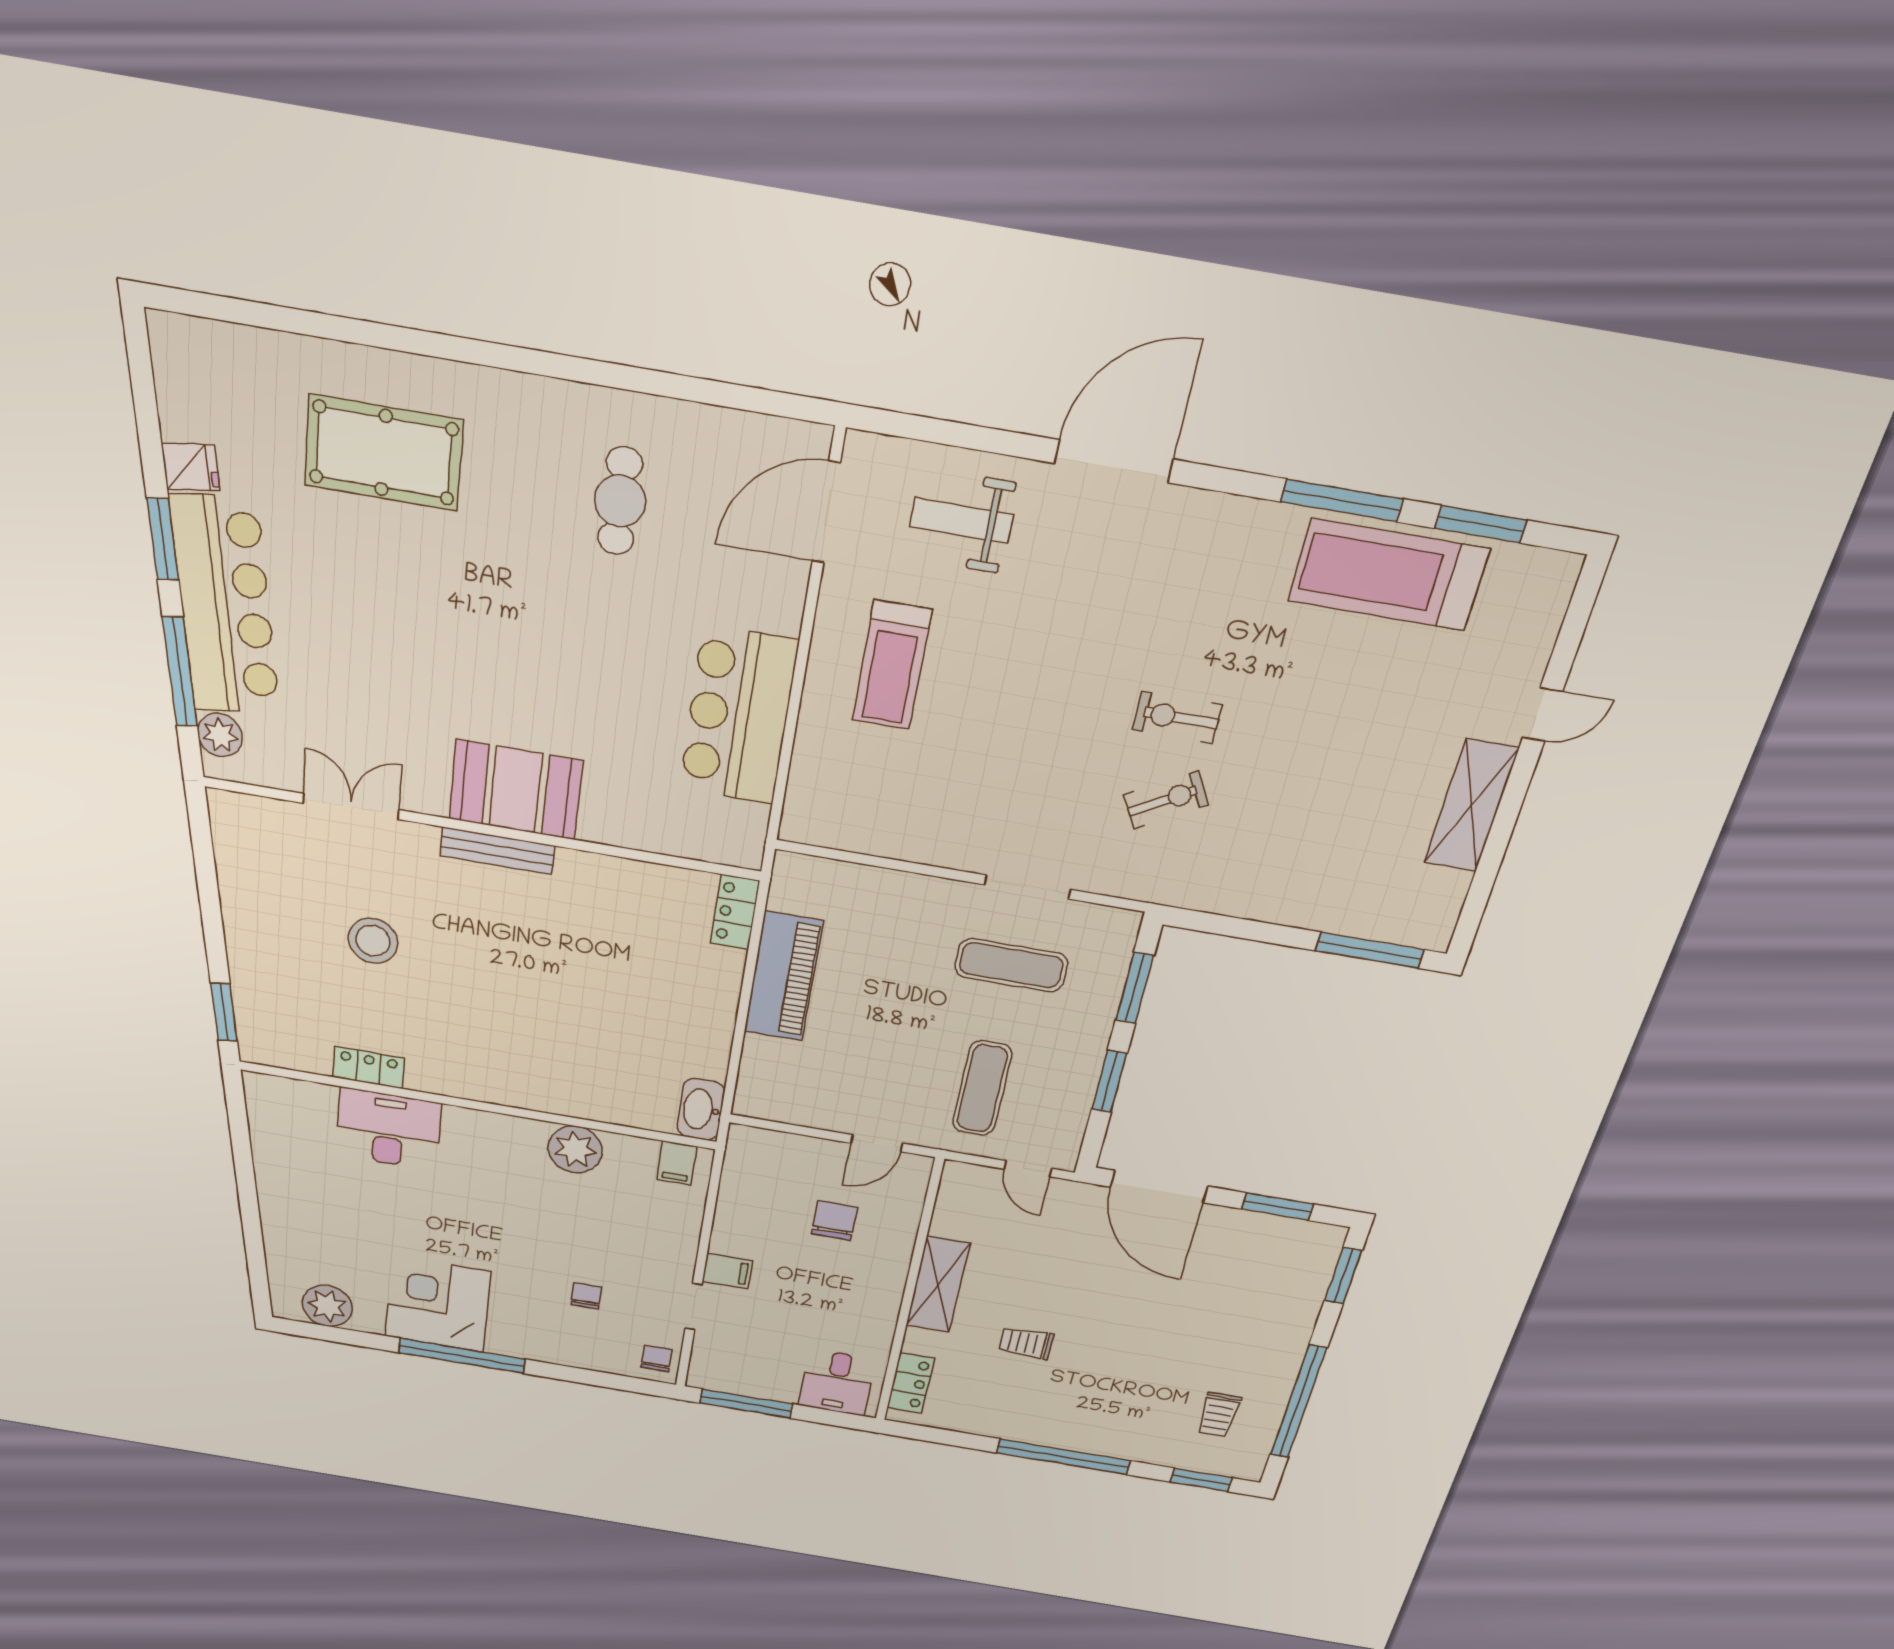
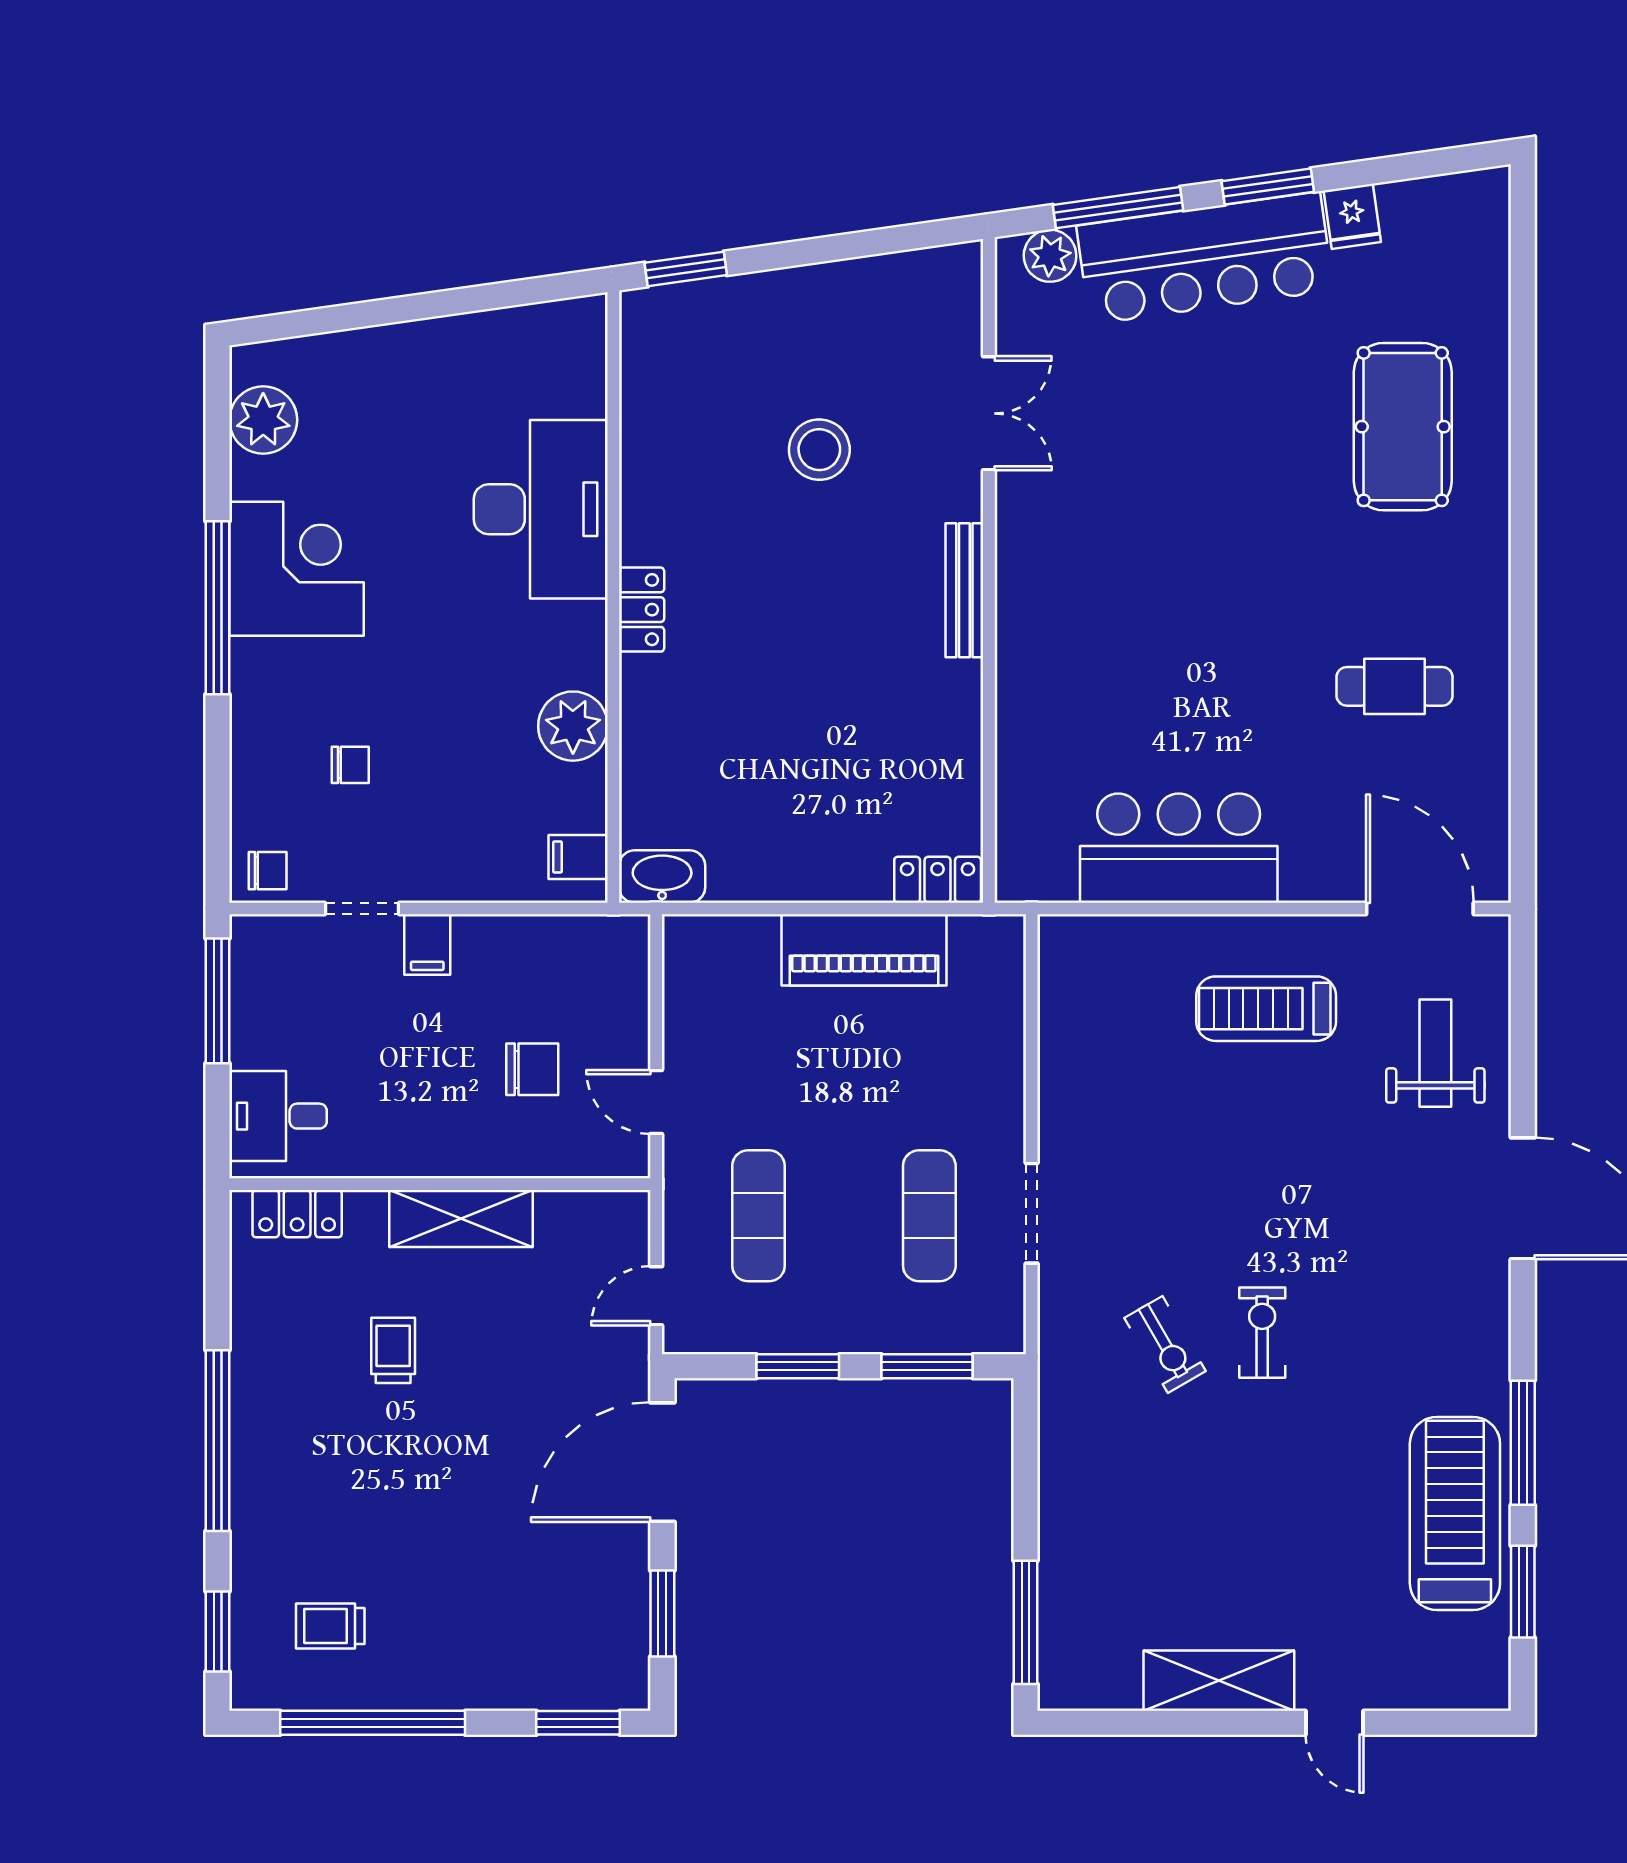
booth: (516, 790) -> (1045, 605), removed
locker: (369, 1068) -> (642, 610), moved
exercise mat: (982, 1088) -> (759, 1216), turned 90
desk: (388, 1129) -> (541, 509), width x1.36, depth x1.30

